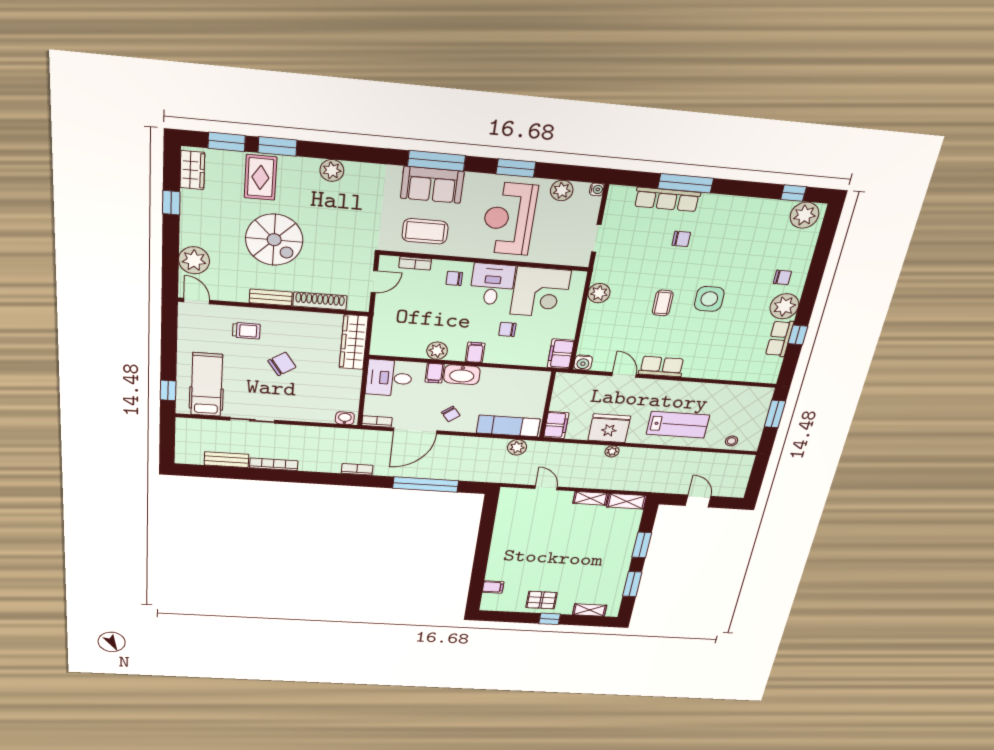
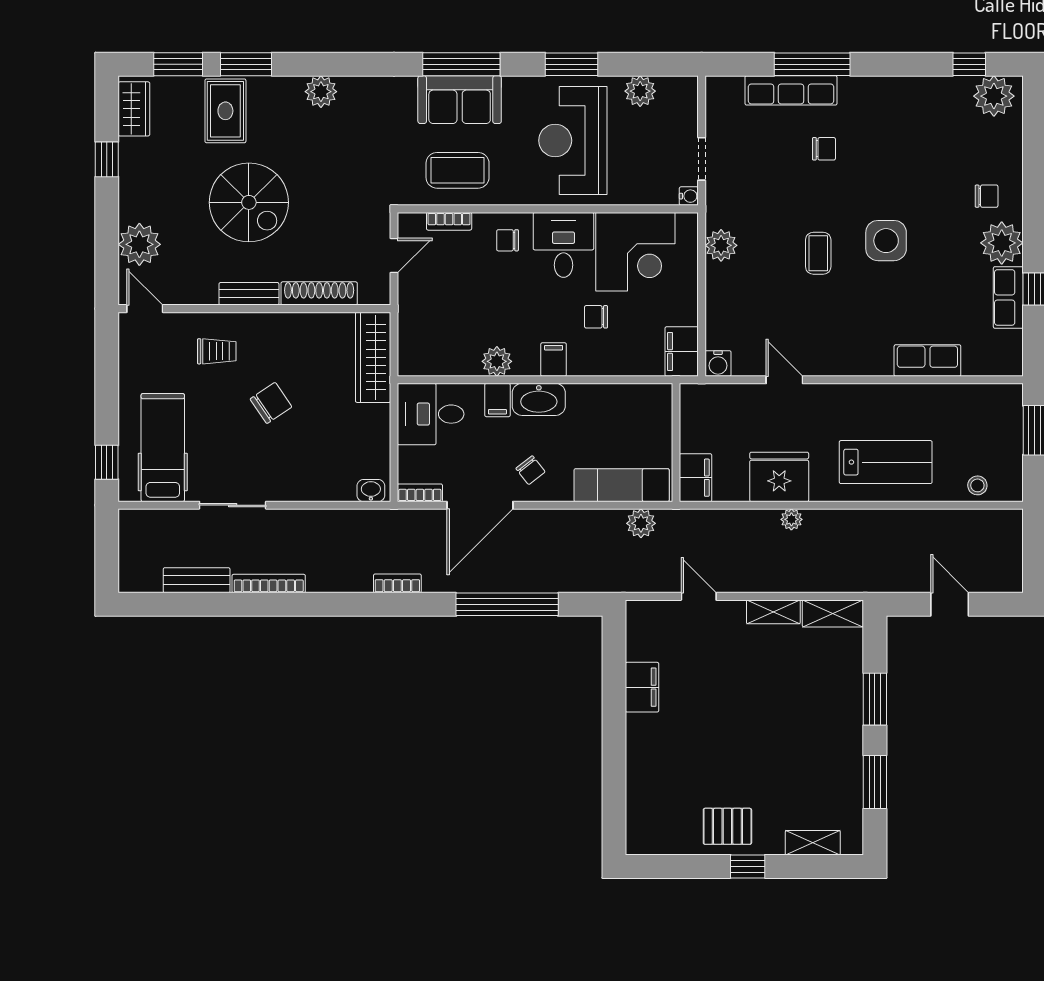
water cooler: (597, 189) -> (689, 196), moved
row of seats: (662, 367) -> (927, 361), moved
filing cabinet: (493, 587) -> (642, 687), moved, width x2.00

